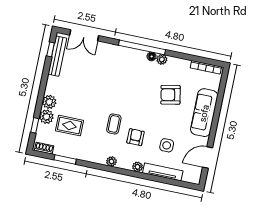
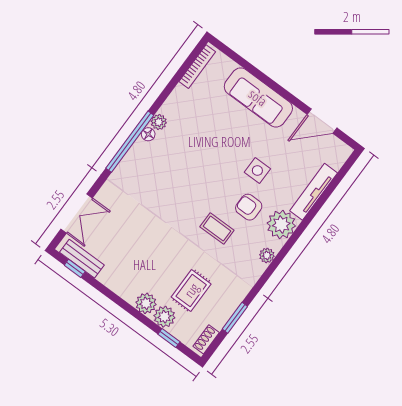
bench: (57, 56) -> (82, 259), width x0.73
armchair: (170, 95) -> (213, 132), removed
side table: (167, 145) -> (257, 171), moved
door: (208, 157) -> (322, 121), hinge flipped
plant: (138, 167) -> (281, 225), width x1.88, depth x1.88

